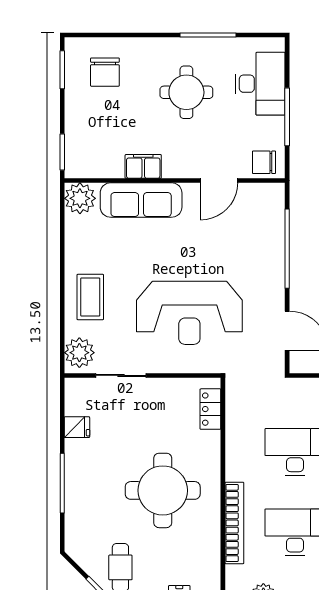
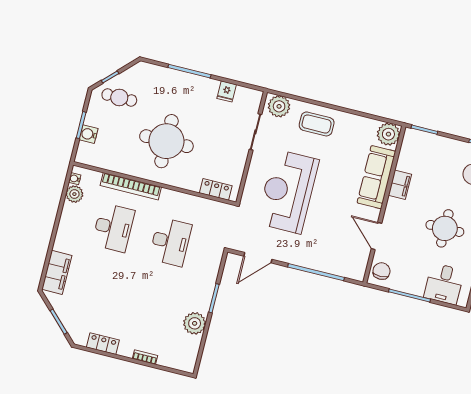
desk: (260, 84) -> (444, 284), width x0.73

